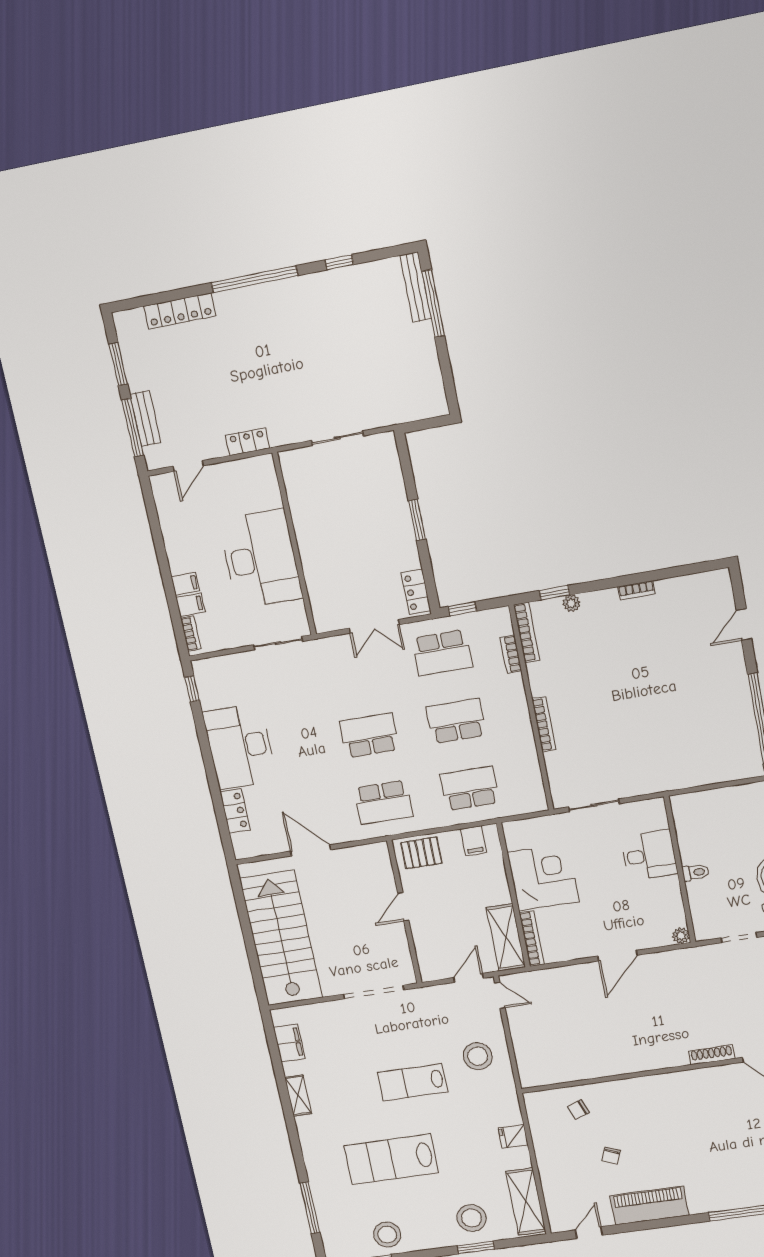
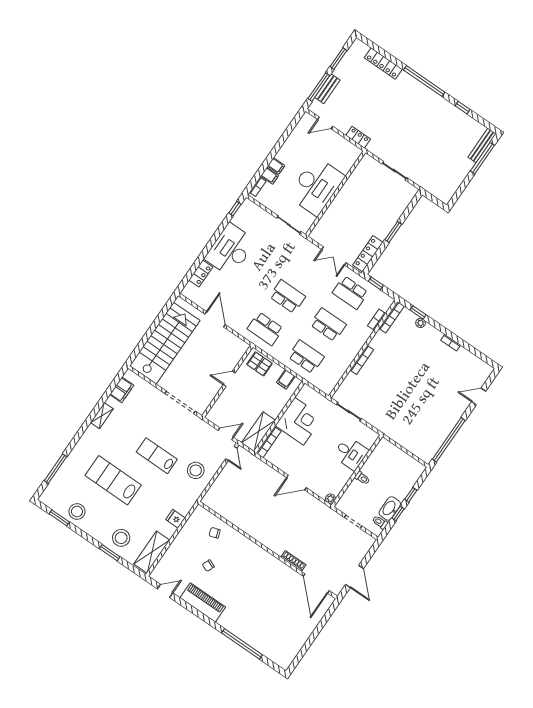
locker: (416, 592) -> (368, 254), width x1.53

